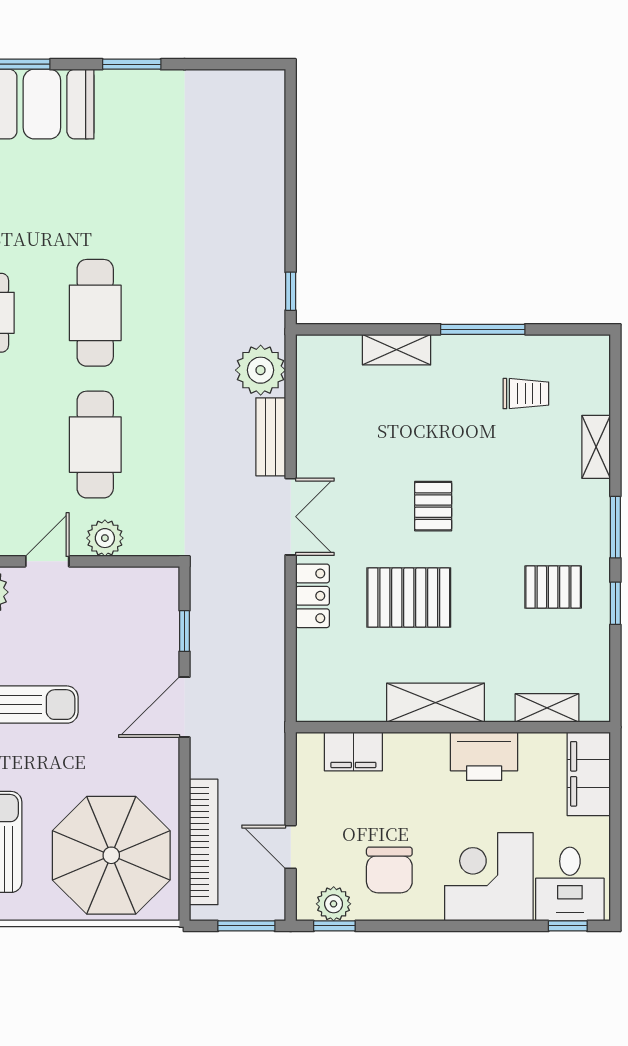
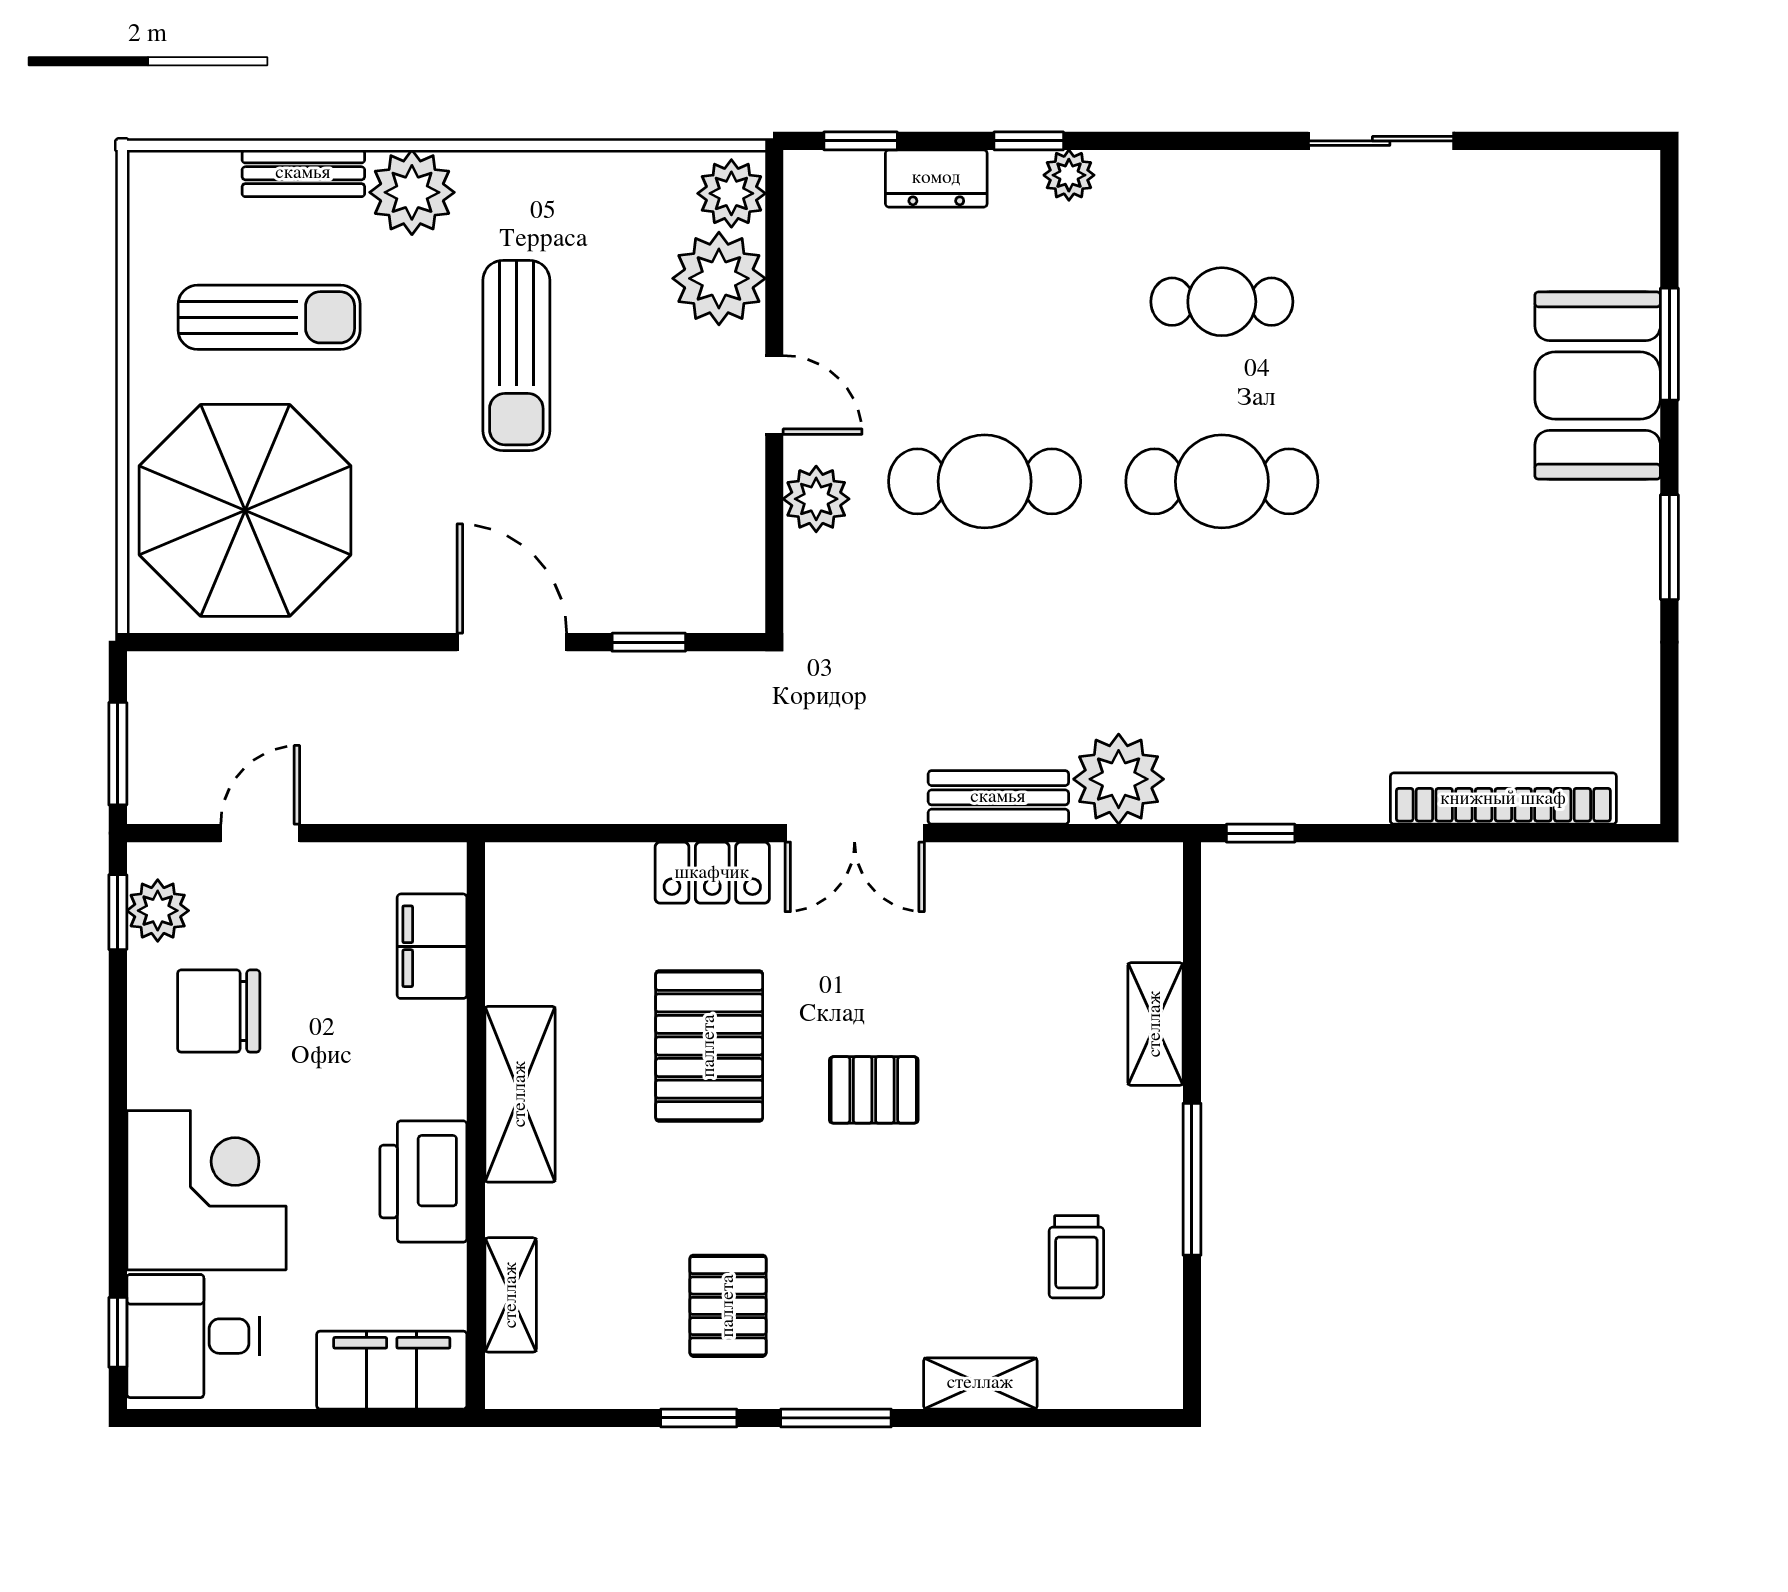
bookcase: (204, 842) -> (1503, 799), moved, turned 180

